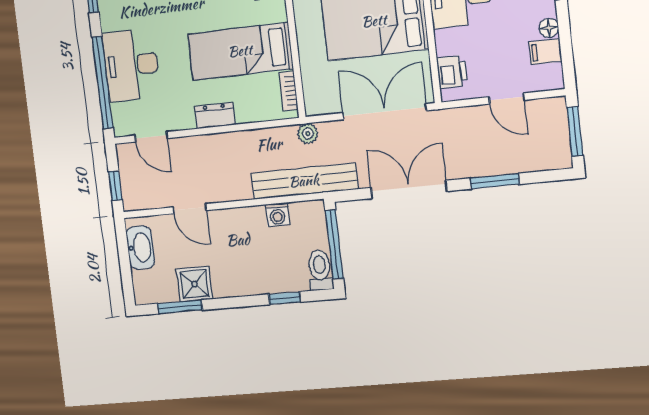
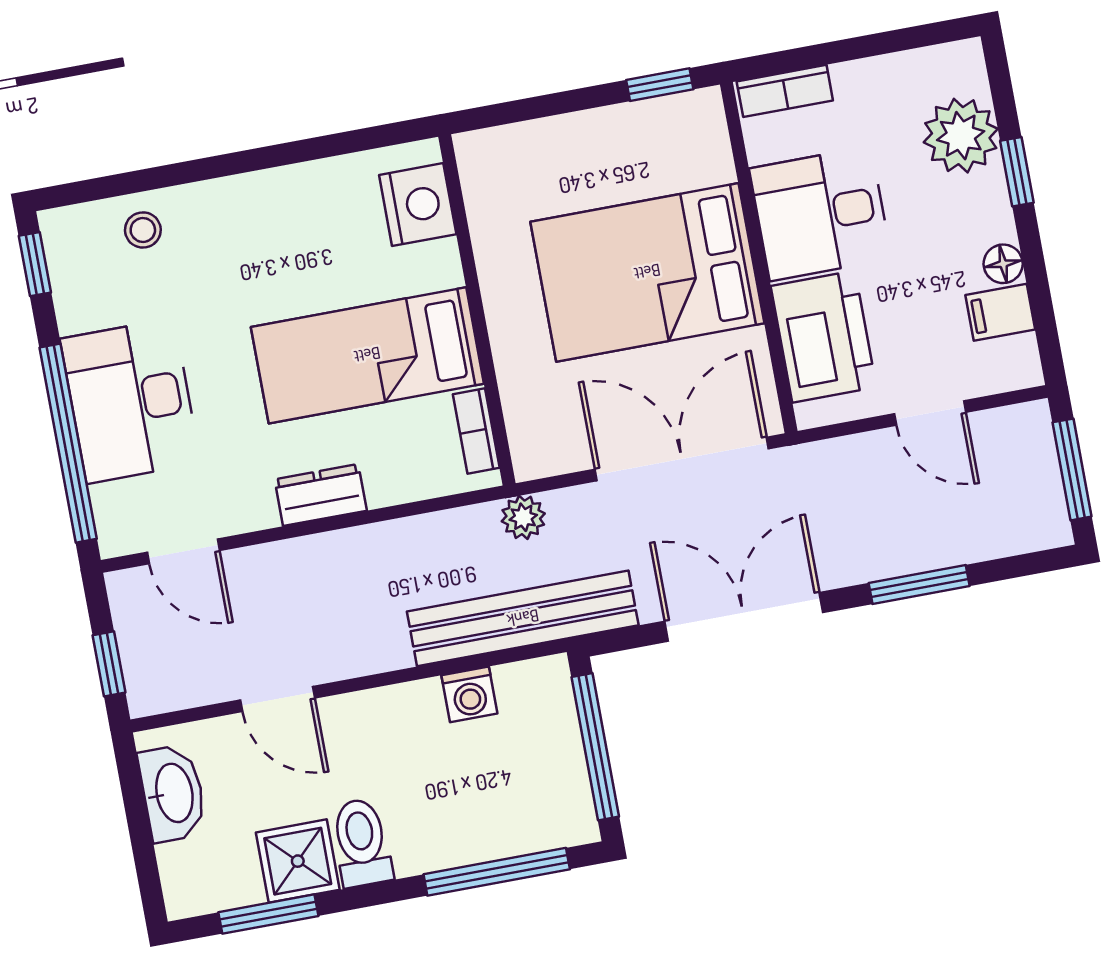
printer: (452, 72) -> (823, 337), width x1.87, depth x1.48
toilet: (320, 270) -> (362, 843), moved
window: (285, 298) -> (497, 872), width x2.17

